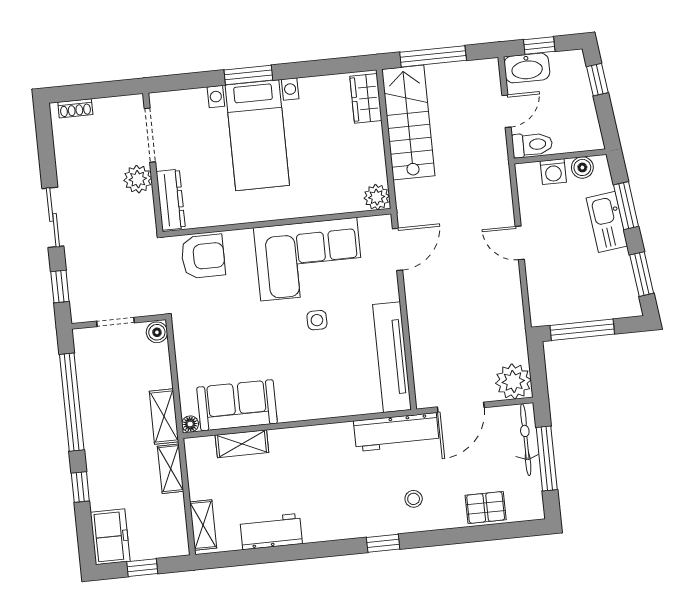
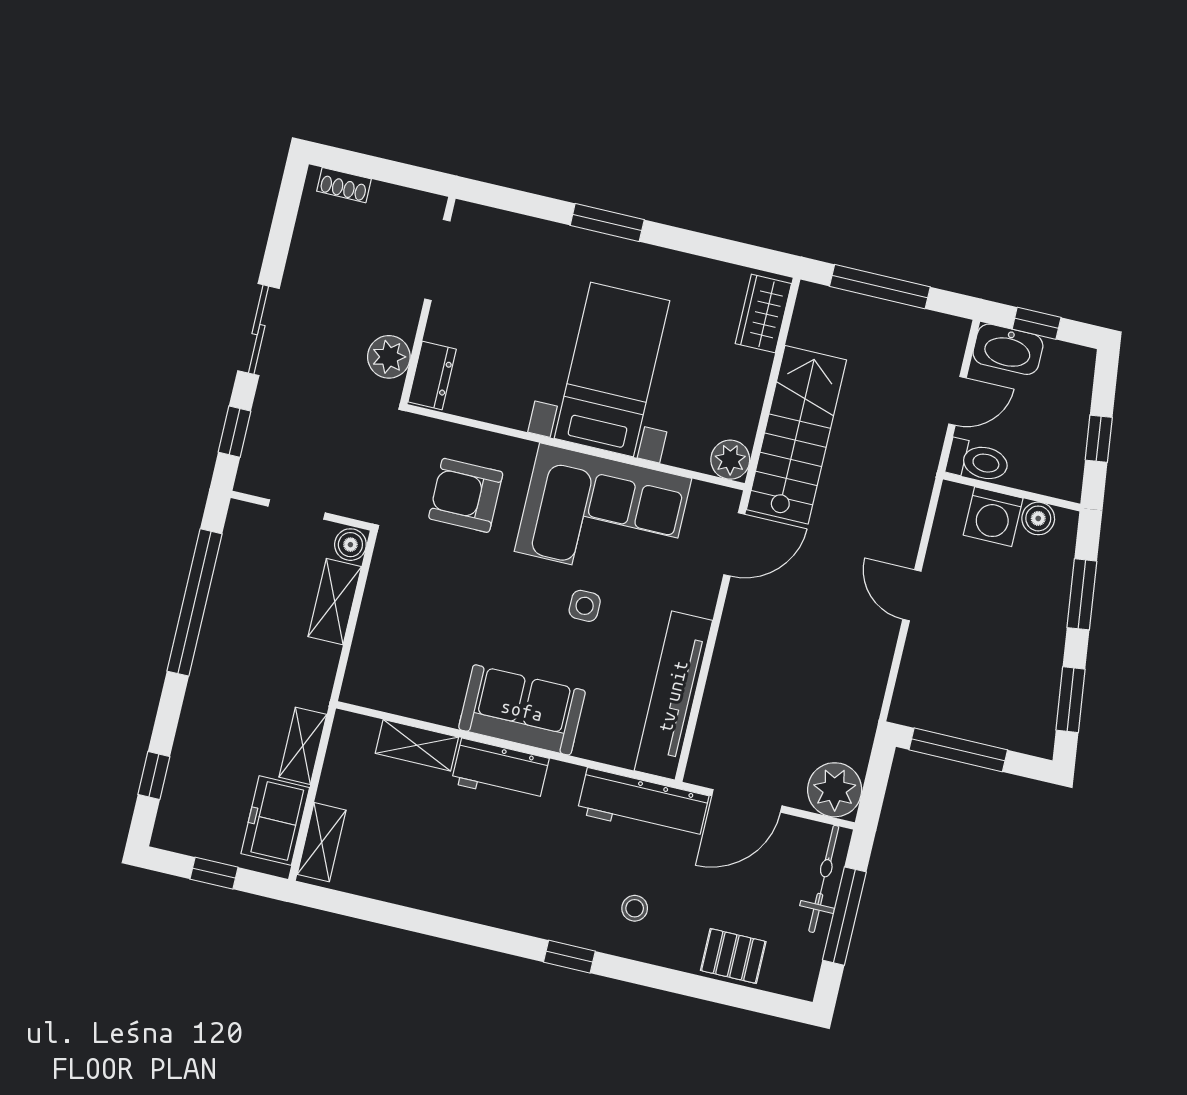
window: (597, 80) -> (1099, 439), moved
stairs: (408, 122) -> (797, 435), moved
bed with nightstands: (257, 135) -> (612, 370), moved, turned 180
washing machine: (553, 172) -> (993, 517), width x1.38, depth x1.38
plant: (138, 179) -> (389, 357), moved
dresser: (171, 200) -> (432, 376), width x0.70
kitchen sink: (607, 222) -> (1047, 608), removed
armchair: (203, 256) -> (466, 495), moved, turned 180
sofa: (237, 405) -> (522, 710), moved
shelving: (164, 417) -> (335, 602), moved
floor lamp: (190, 424) -> (353, 692), removed
window: (80, 487) -> (154, 776), moved
workbench: (271, 532) -> (500, 771), moved, turned 180
freezer: (110, 537) -> (275, 821), moved, turned 180

